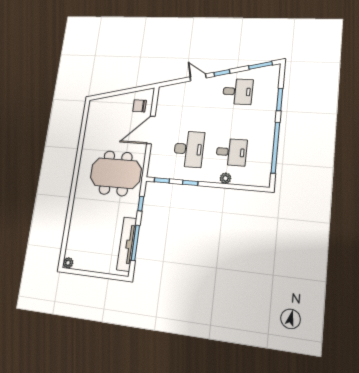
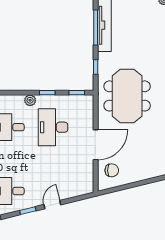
door: (198, 77) -> (52, 205), swing flipped
meeting table: (116, 173) -> (127, 96), turned 90
plant: (225, 178) -> (30, 100), moved

